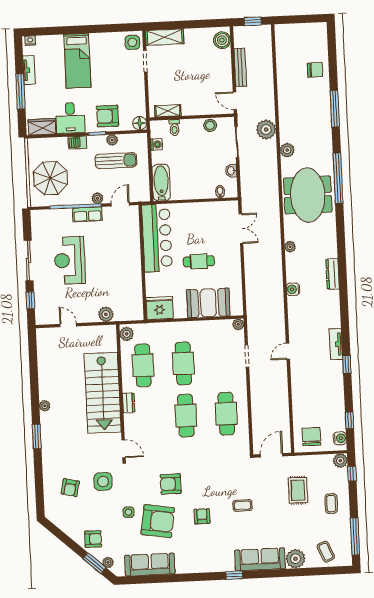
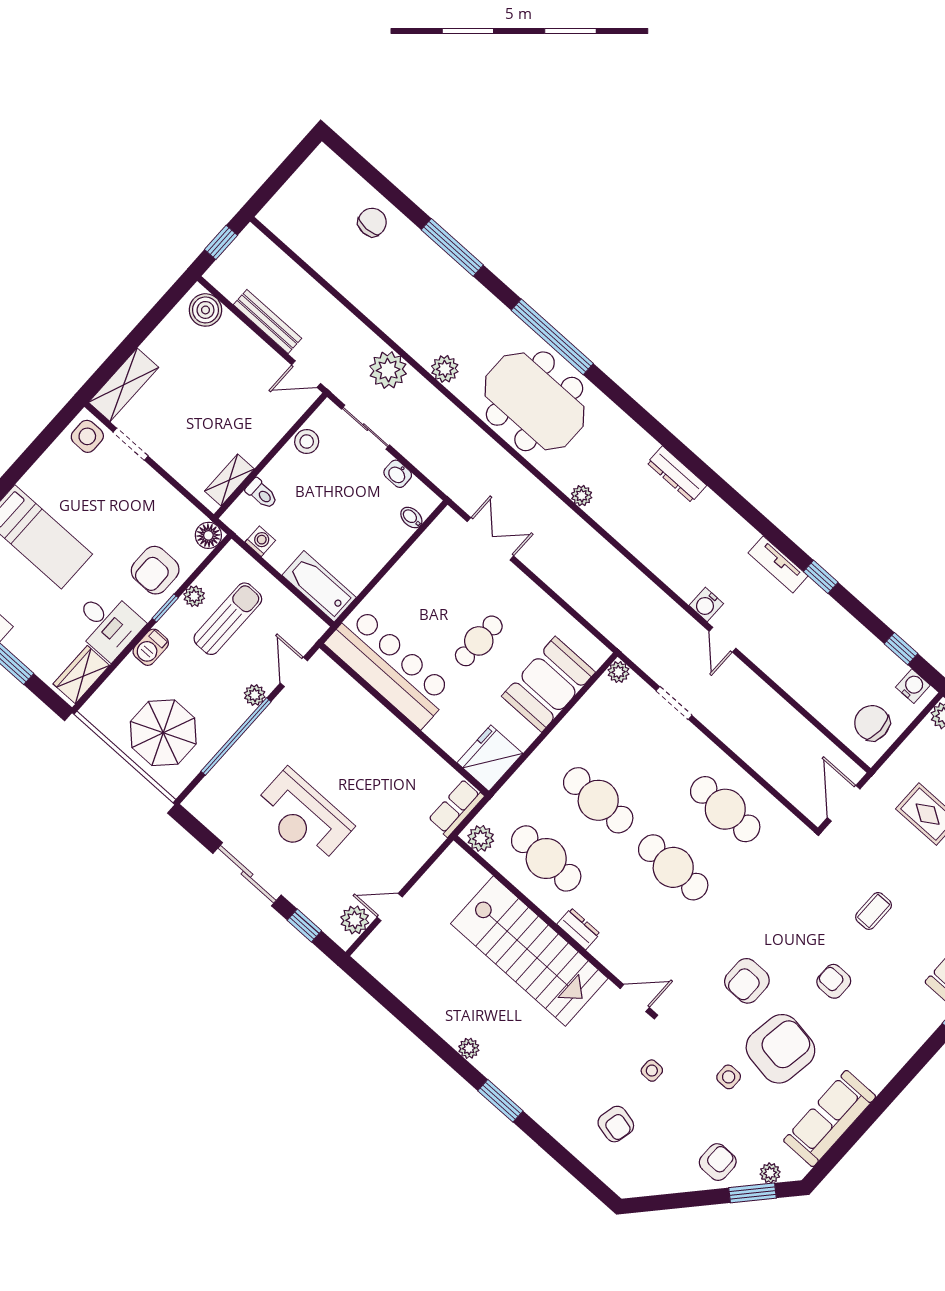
row of seats: (87, 214) -> (456, 808), moved, turned 180
water cooler: (293, 289) -> (706, 604), moved
plant: (106, 314) -> (355, 920), moved
side table: (103, 481) -> (652, 1071), width x0.54, depth x0.54

